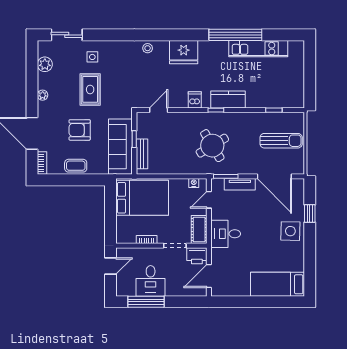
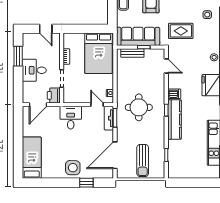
rug: (90, 89) -> (181, 31), moved
kitchen counter: (228, 99) -> (175, 119), width x1.50
round table: (212, 146) -> (139, 107), turned 31
tv unit: (240, 184) -> (109, 118), moved
cot: (199, 229) -> (74, 97), removed
door: (209, 276) -> (38, 105), swing flipped
desk: (151, 281) -> (34, 70), moved
window: (146, 302) -> (18, 56), width x0.69

